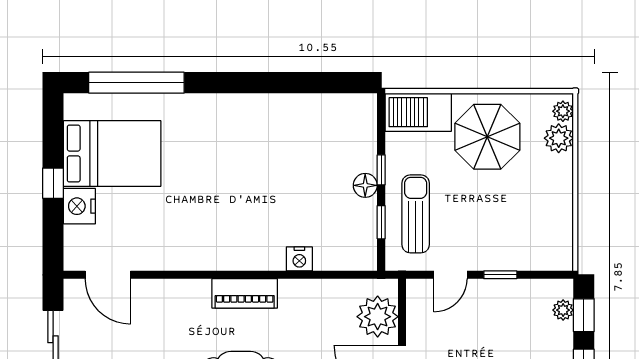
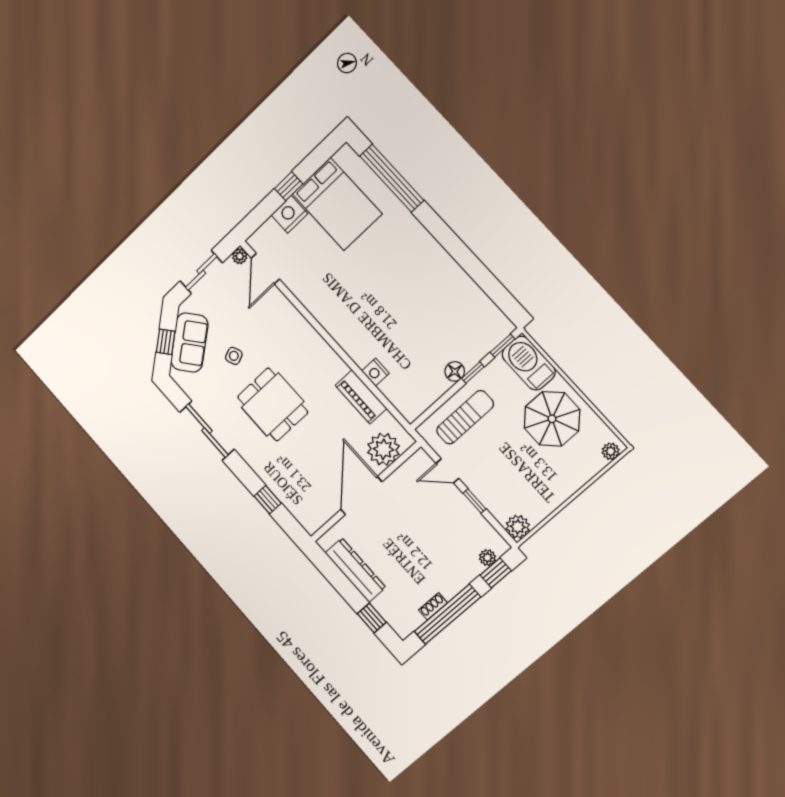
plant: (559, 138) -> (518, 527), moved
window: (381, 222) -> (503, 346), moved
plant: (73, 289) -> (240, 256), added
piano: (245, 293) -> (361, 397), moved

